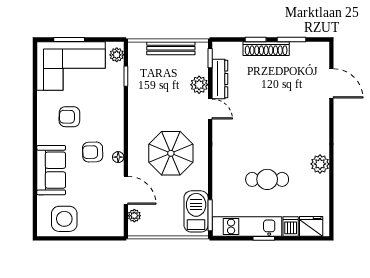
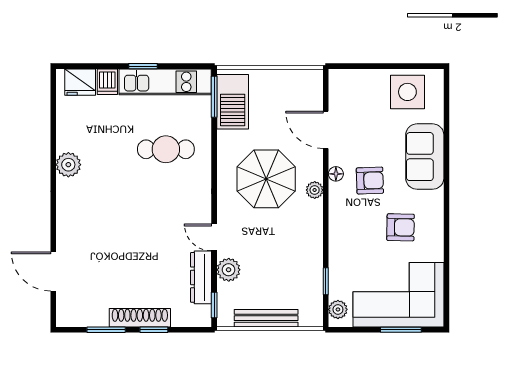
cafe table: (267, 179) -> (166, 149), moved
plant: (134, 216) -> (315, 190), moved

